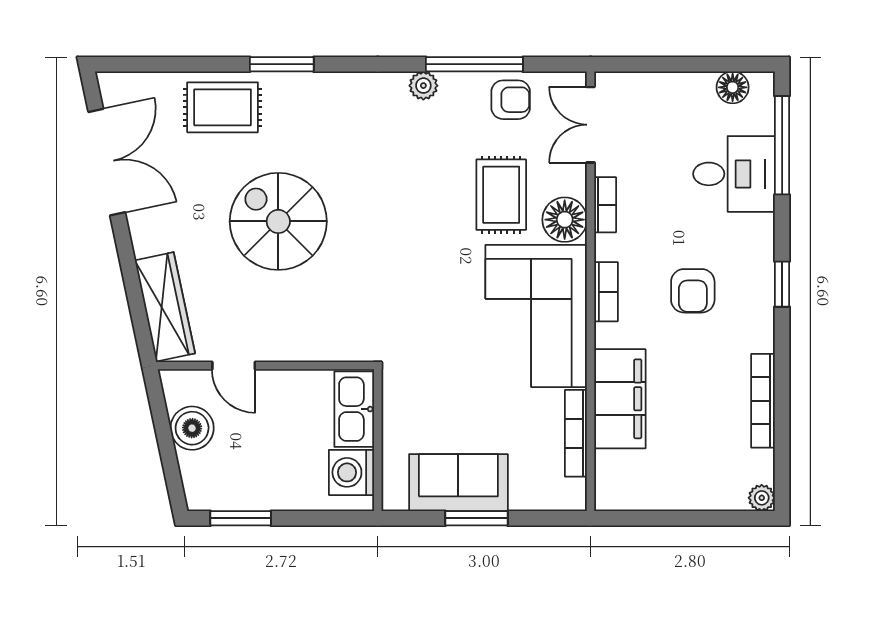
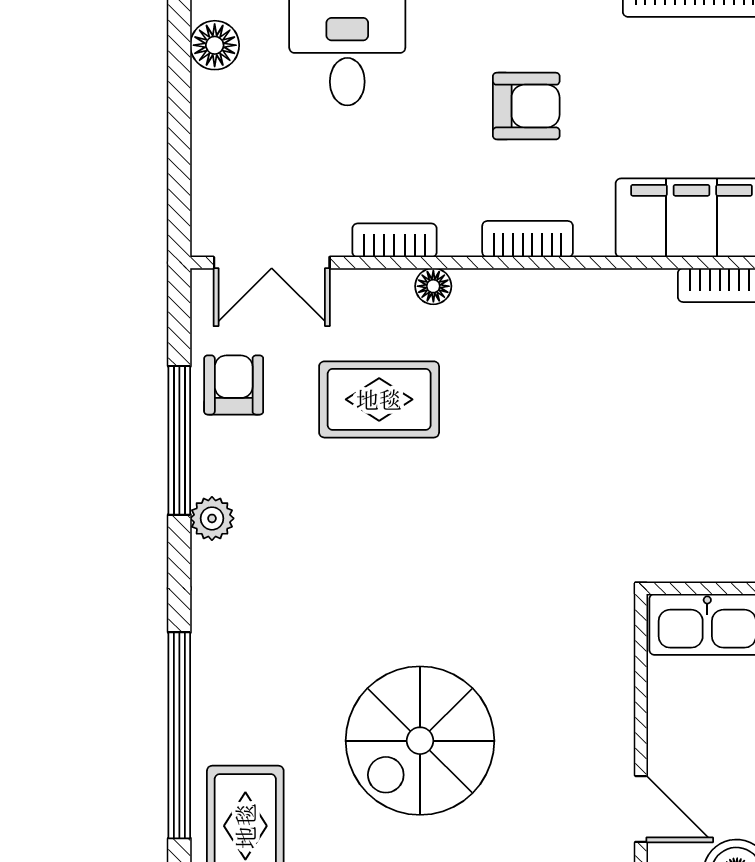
window: (282, 64) -> (179, 735), width x2.11
floor lamp: (565, 220) -> (433, 286), width x0.53, depth x0.53
corner sofa: (536, 316) -> (565, 346), removed
door: (234, 366) -> (641, 809), hinge flipped

